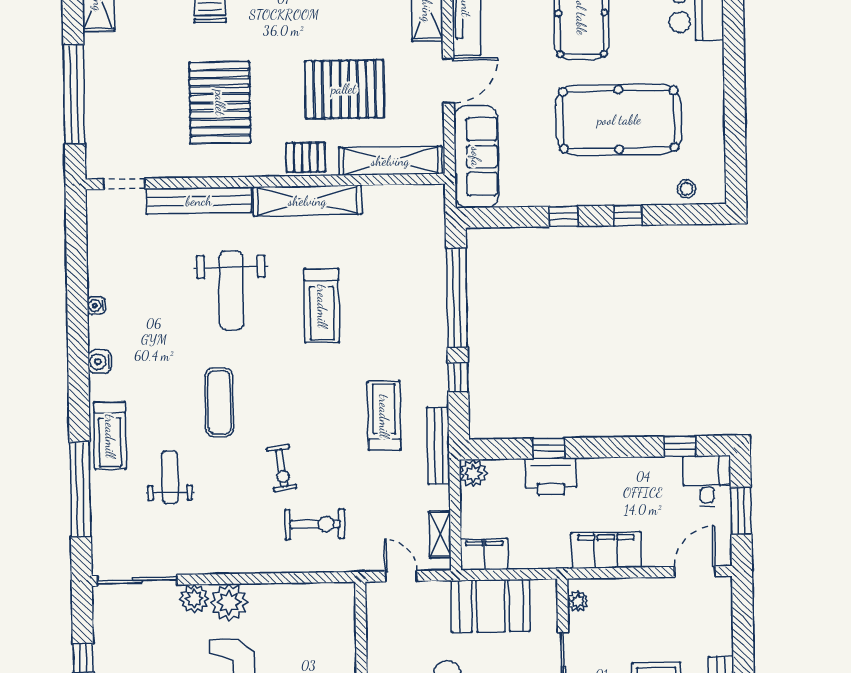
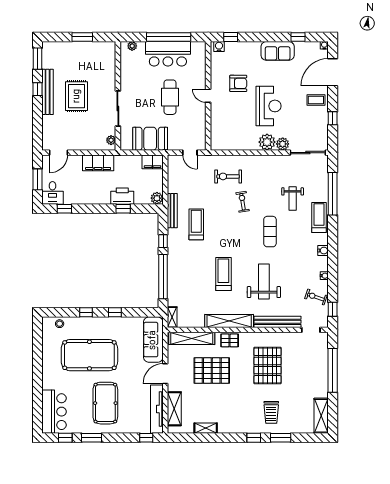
window: (76, 231) -> (333, 309), added
exercise bike: (114, 258) -> (316, 297), added
treadmill: (384, 416) -> (196, 224), turned 180
shelving: (440, 534) -> (172, 317), moved

